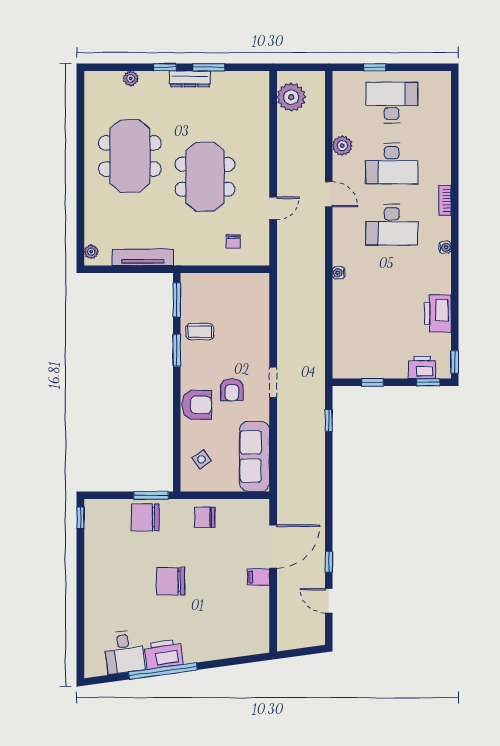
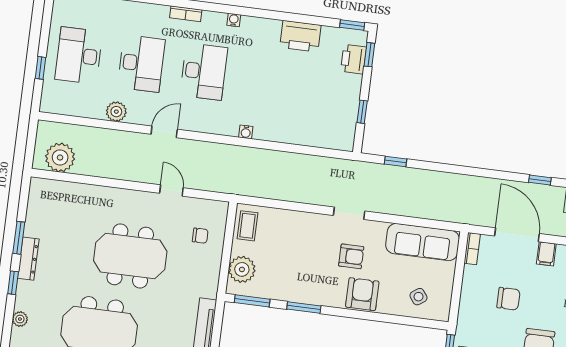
plant: (206, 286) -> (242, 269), added
coffee table: (200, 332) -> (247, 226), moved
bookcase: (254, 505) -> (472, 249), added
chair: (205, 517) -> (508, 299), moved, turned -90

